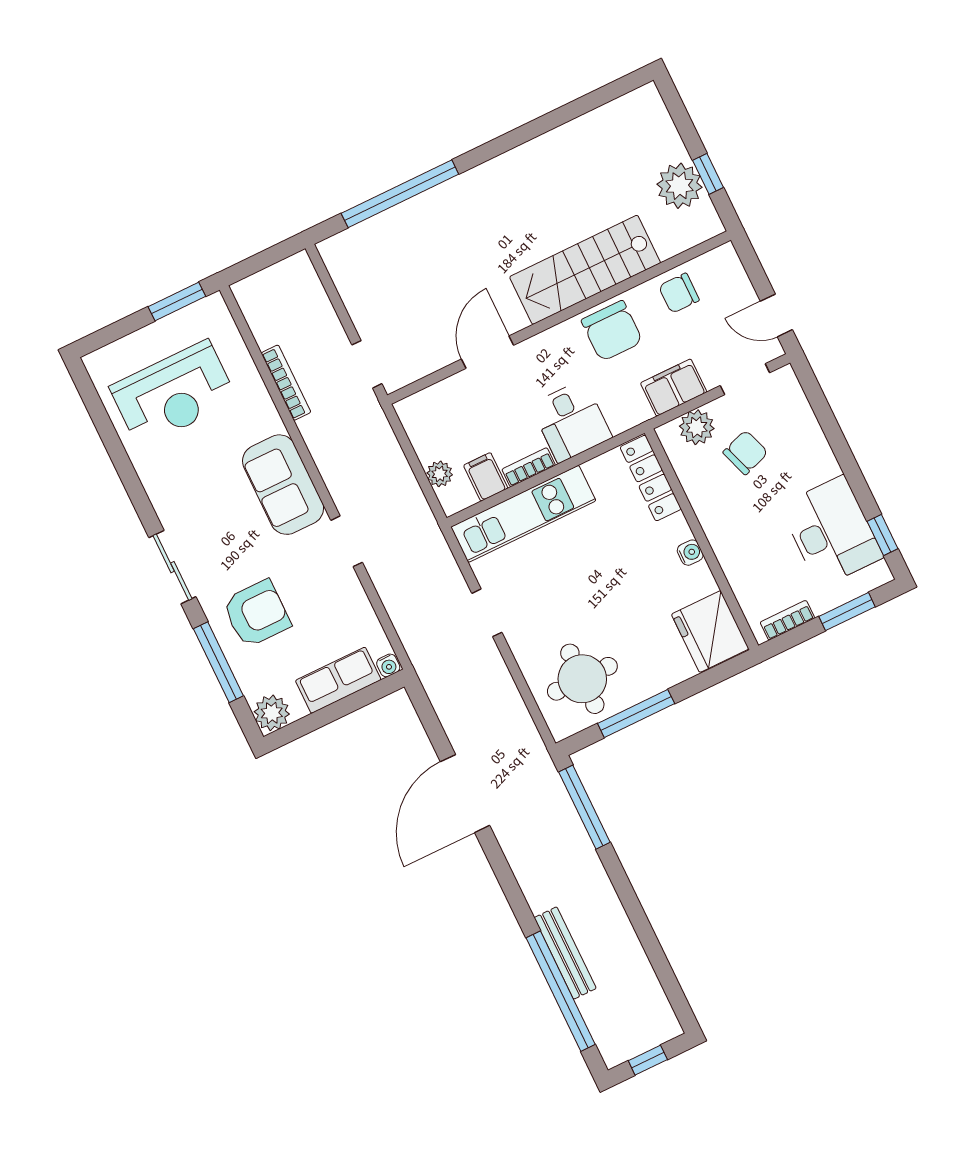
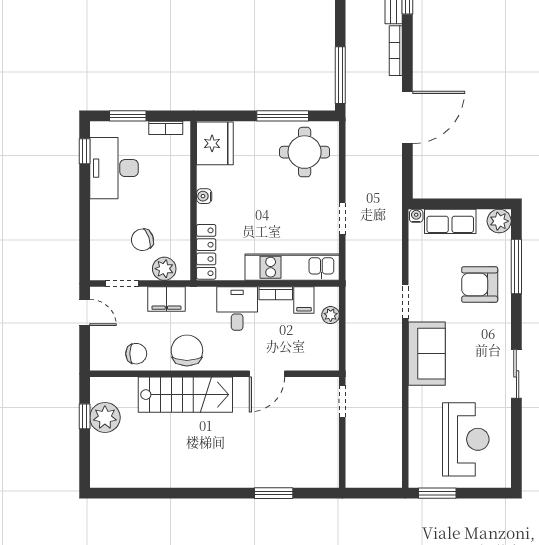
window: (400, 194) -> (274, 493), width x0.47
bookcase: (286, 383) -> (396, 51), moved
reception desk: (173, 394) -> (466, 439), turned 90
sliding door: (172, 567) -> (516, 374), moved

